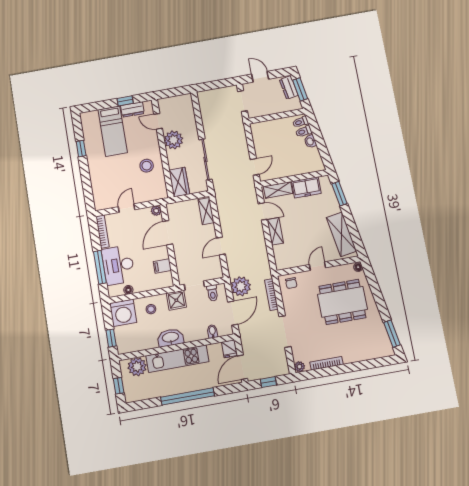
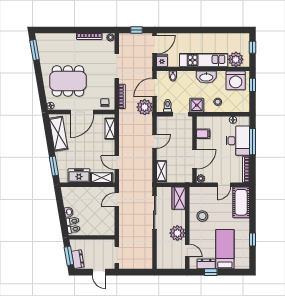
cot: (102, 191) -> (241, 202), added
shelving: (275, 231) -> (110, 129), moved
door: (318, 266) -> (82, 112), width x1.87
washing machine: (123, 313) -> (236, 80), moved, turned 180
window: (188, 396) -> (201, 30), removed

